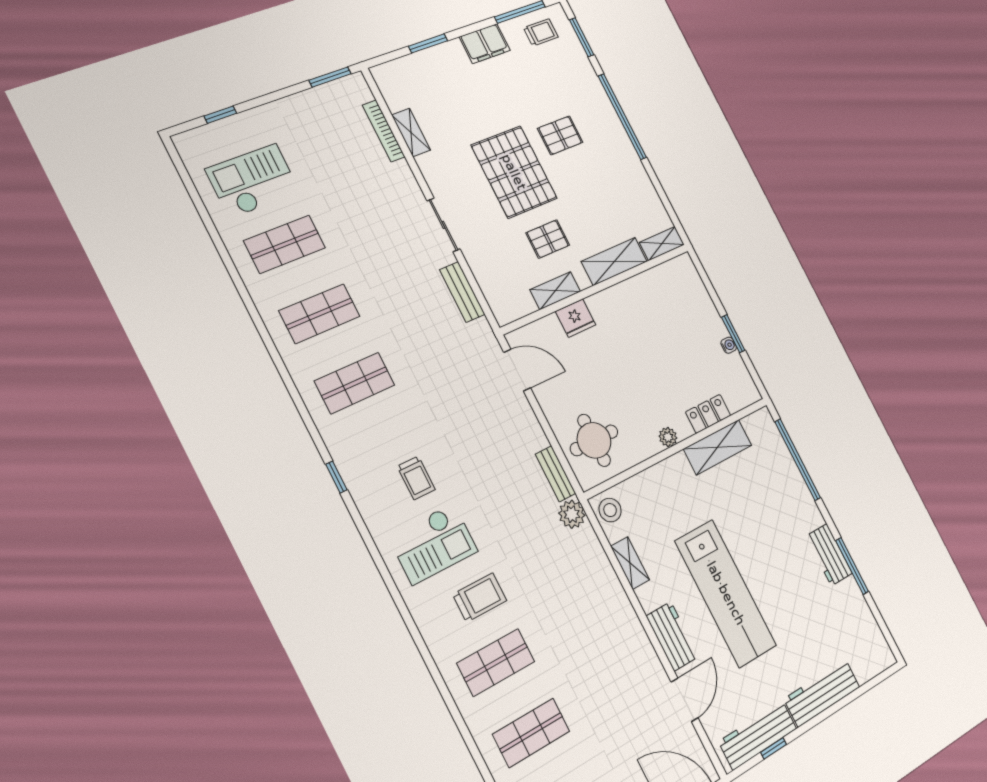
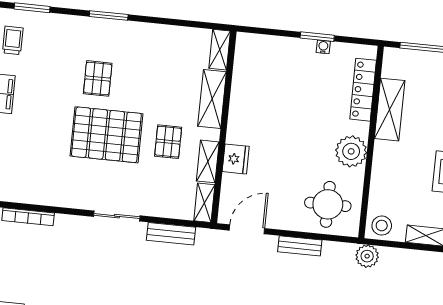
window: (622, 117) -> (109, 16), width x0.47
shelving: (411, 132) -> (204, 203), moved, turned 90
locker: (708, 414) -> (363, 90), width x1.53
plant: (668, 437) -> (351, 151), width x1.88, depth x1.88
bench: (556, 474) -> (300, 246), moved

